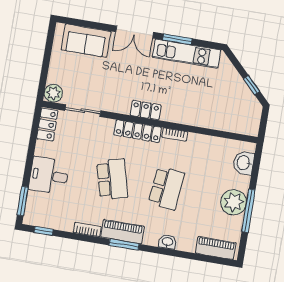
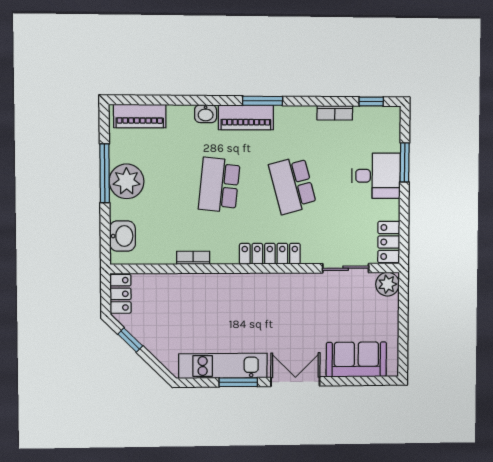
locker: (146, 110) -> (121, 294), moved, turned -90
bookcase: (175, 134) -> (193, 258), moved
window: (23, 201) -> (405, 162), moved
bookcase: (87, 230) -> (335, 113), moved
piano: (122, 232) -> (246, 117), moved

